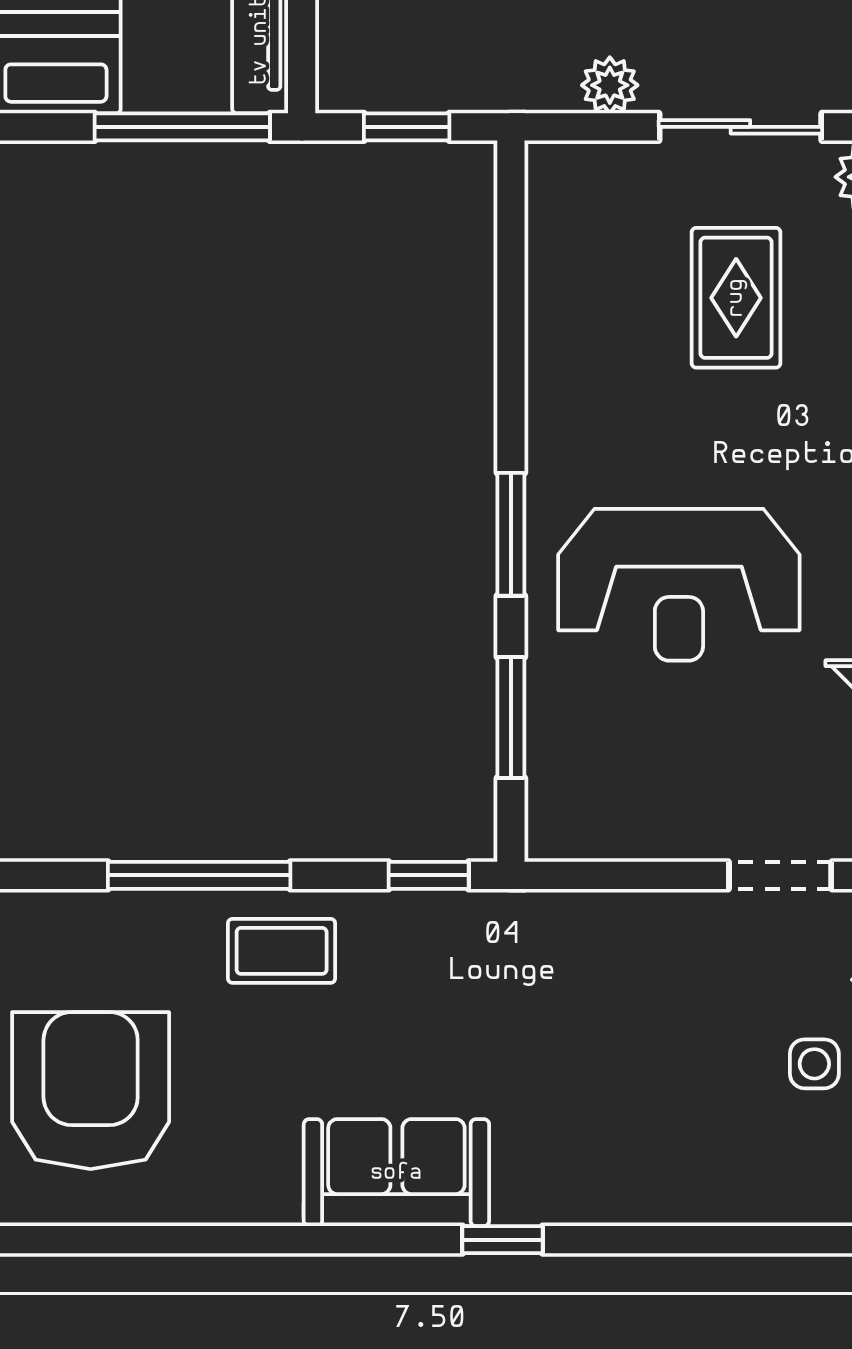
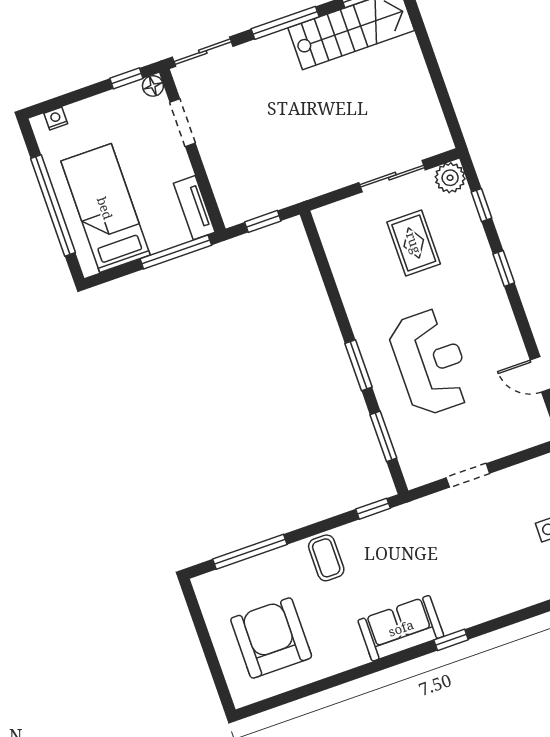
plant: (610, 85) -> (336, 178), removed
reception desk: (679, 585) -> (431, 362), turned -90
window: (199, 875) -> (250, 552), moved
doorway: (780, 875) -> (468, 475), moved
coffee table: (282, 951) -> (326, 558), turned 90

